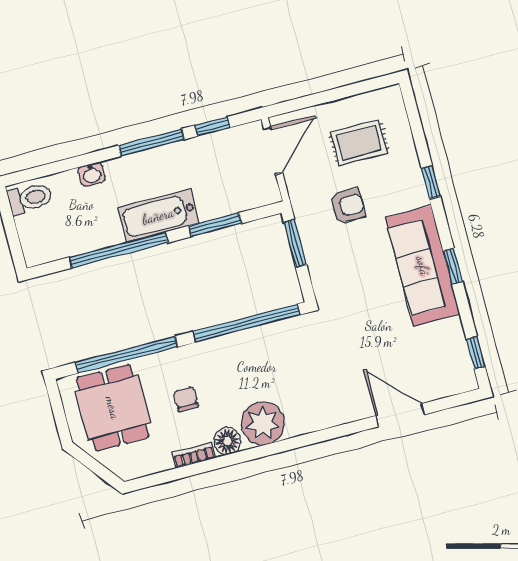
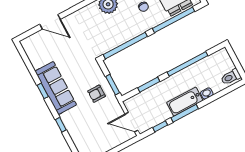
rug: (359, 143) -> (96, 134), removed
door: (273, 151) -> (132, 122), hinge flipped
armchair: (347, 206) -> (97, 94), moved
bathtub: (158, 216) -> (185, 102), moved, turned 180
window: (476, 353) -> (24, 56), removed

